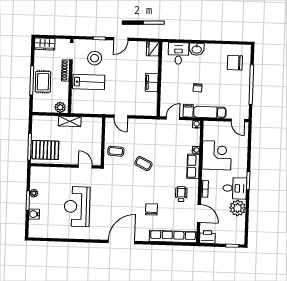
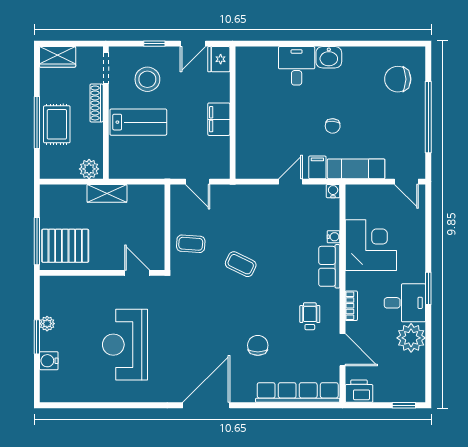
fridge: (153, 49) -> (219, 59), moved
wall: (159, 79) -> (233, 113), moved
filing cabinet: (152, 82) -> (219, 119), moved

